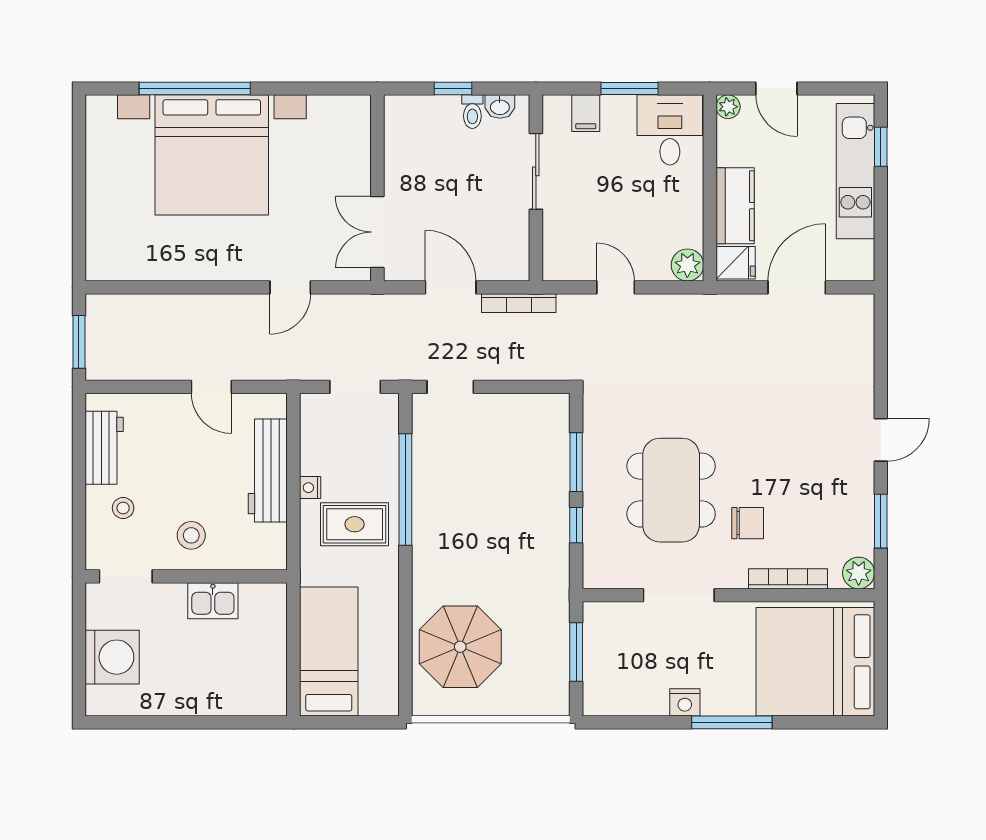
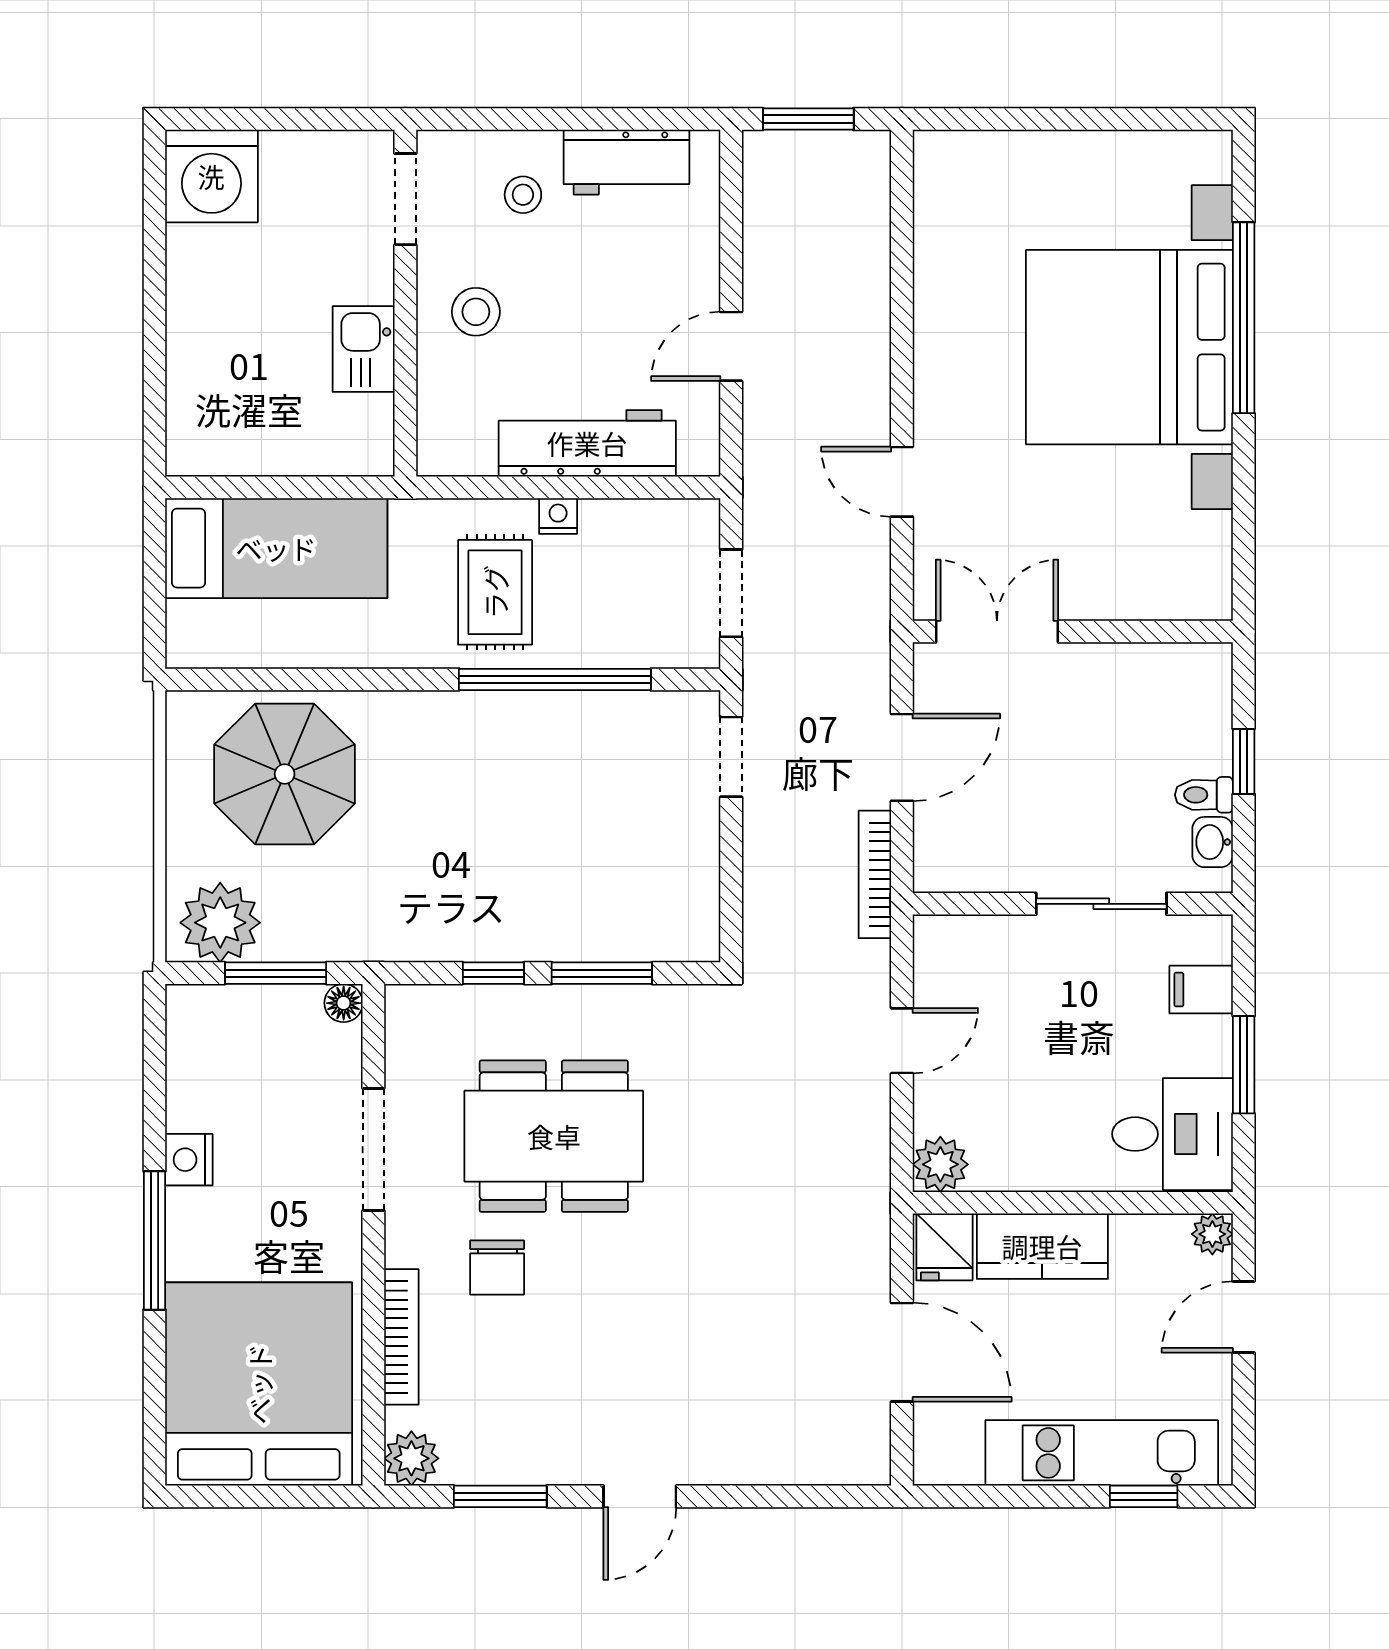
door: (881, 440) -> (640, 1496), hinge flipped
floor lamp: (594, 612) -> (344, 1003), added
washing machine: (112, 657) -> (211, 176), moved
plant: (547, 684) -> (220, 923), added

